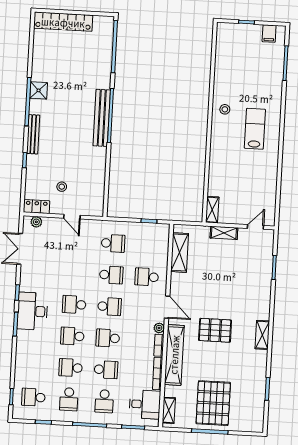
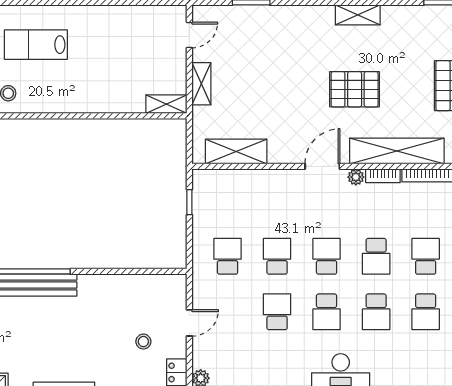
door: (255, 227) -> (189, 35), swing flipped
school desk: (147, 277) -> (277, 312), moved, turned 180
pallet: (215, 330) -> (355, 89), turned 90

